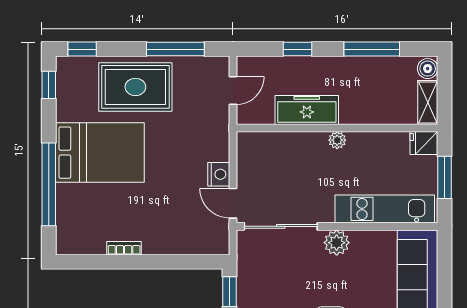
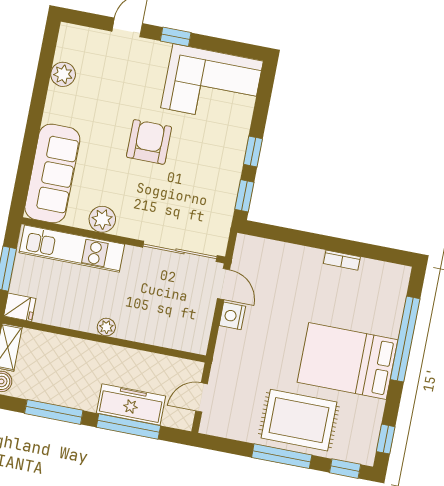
window: (175, 49) -> (282, 456), moved
window: (298, 49) -> (128, 426), width x2.17
freezer: (307, 110) -> (131, 404), moved, turned 180
plant: (337, 243) -> (102, 219), moved

